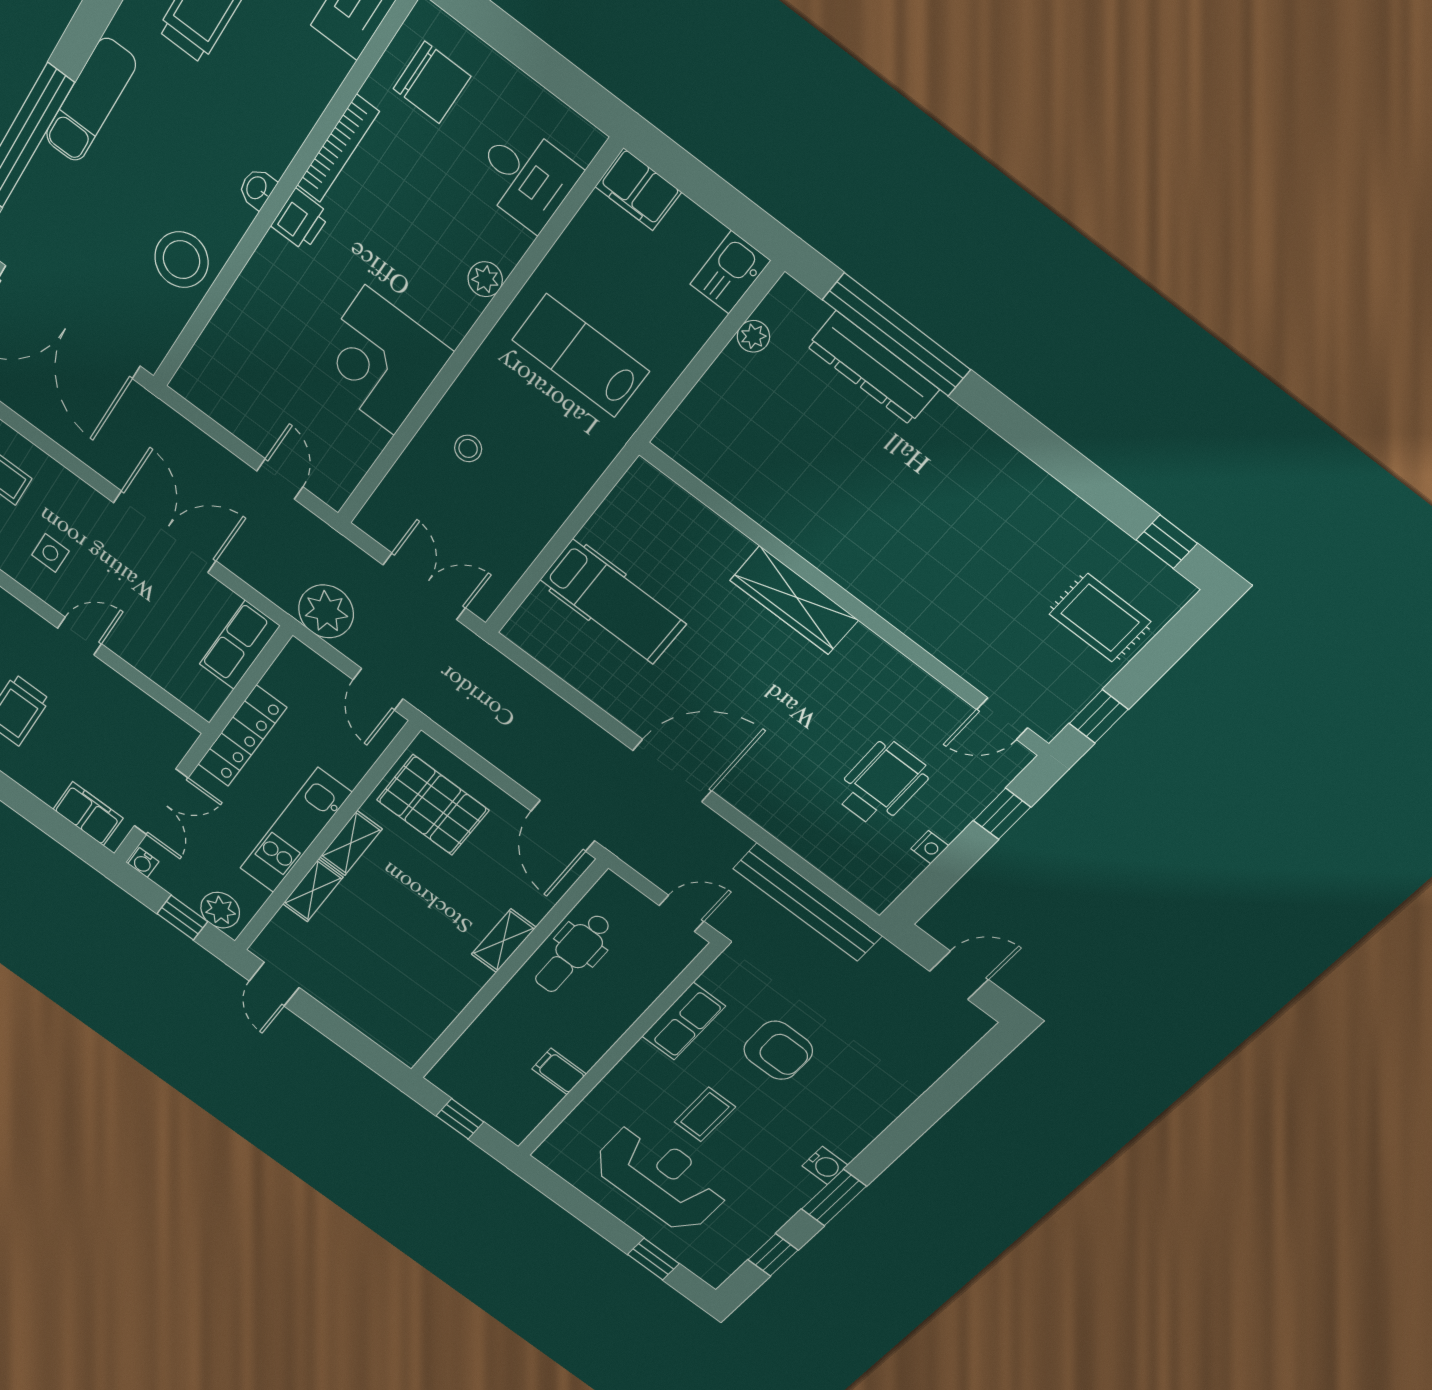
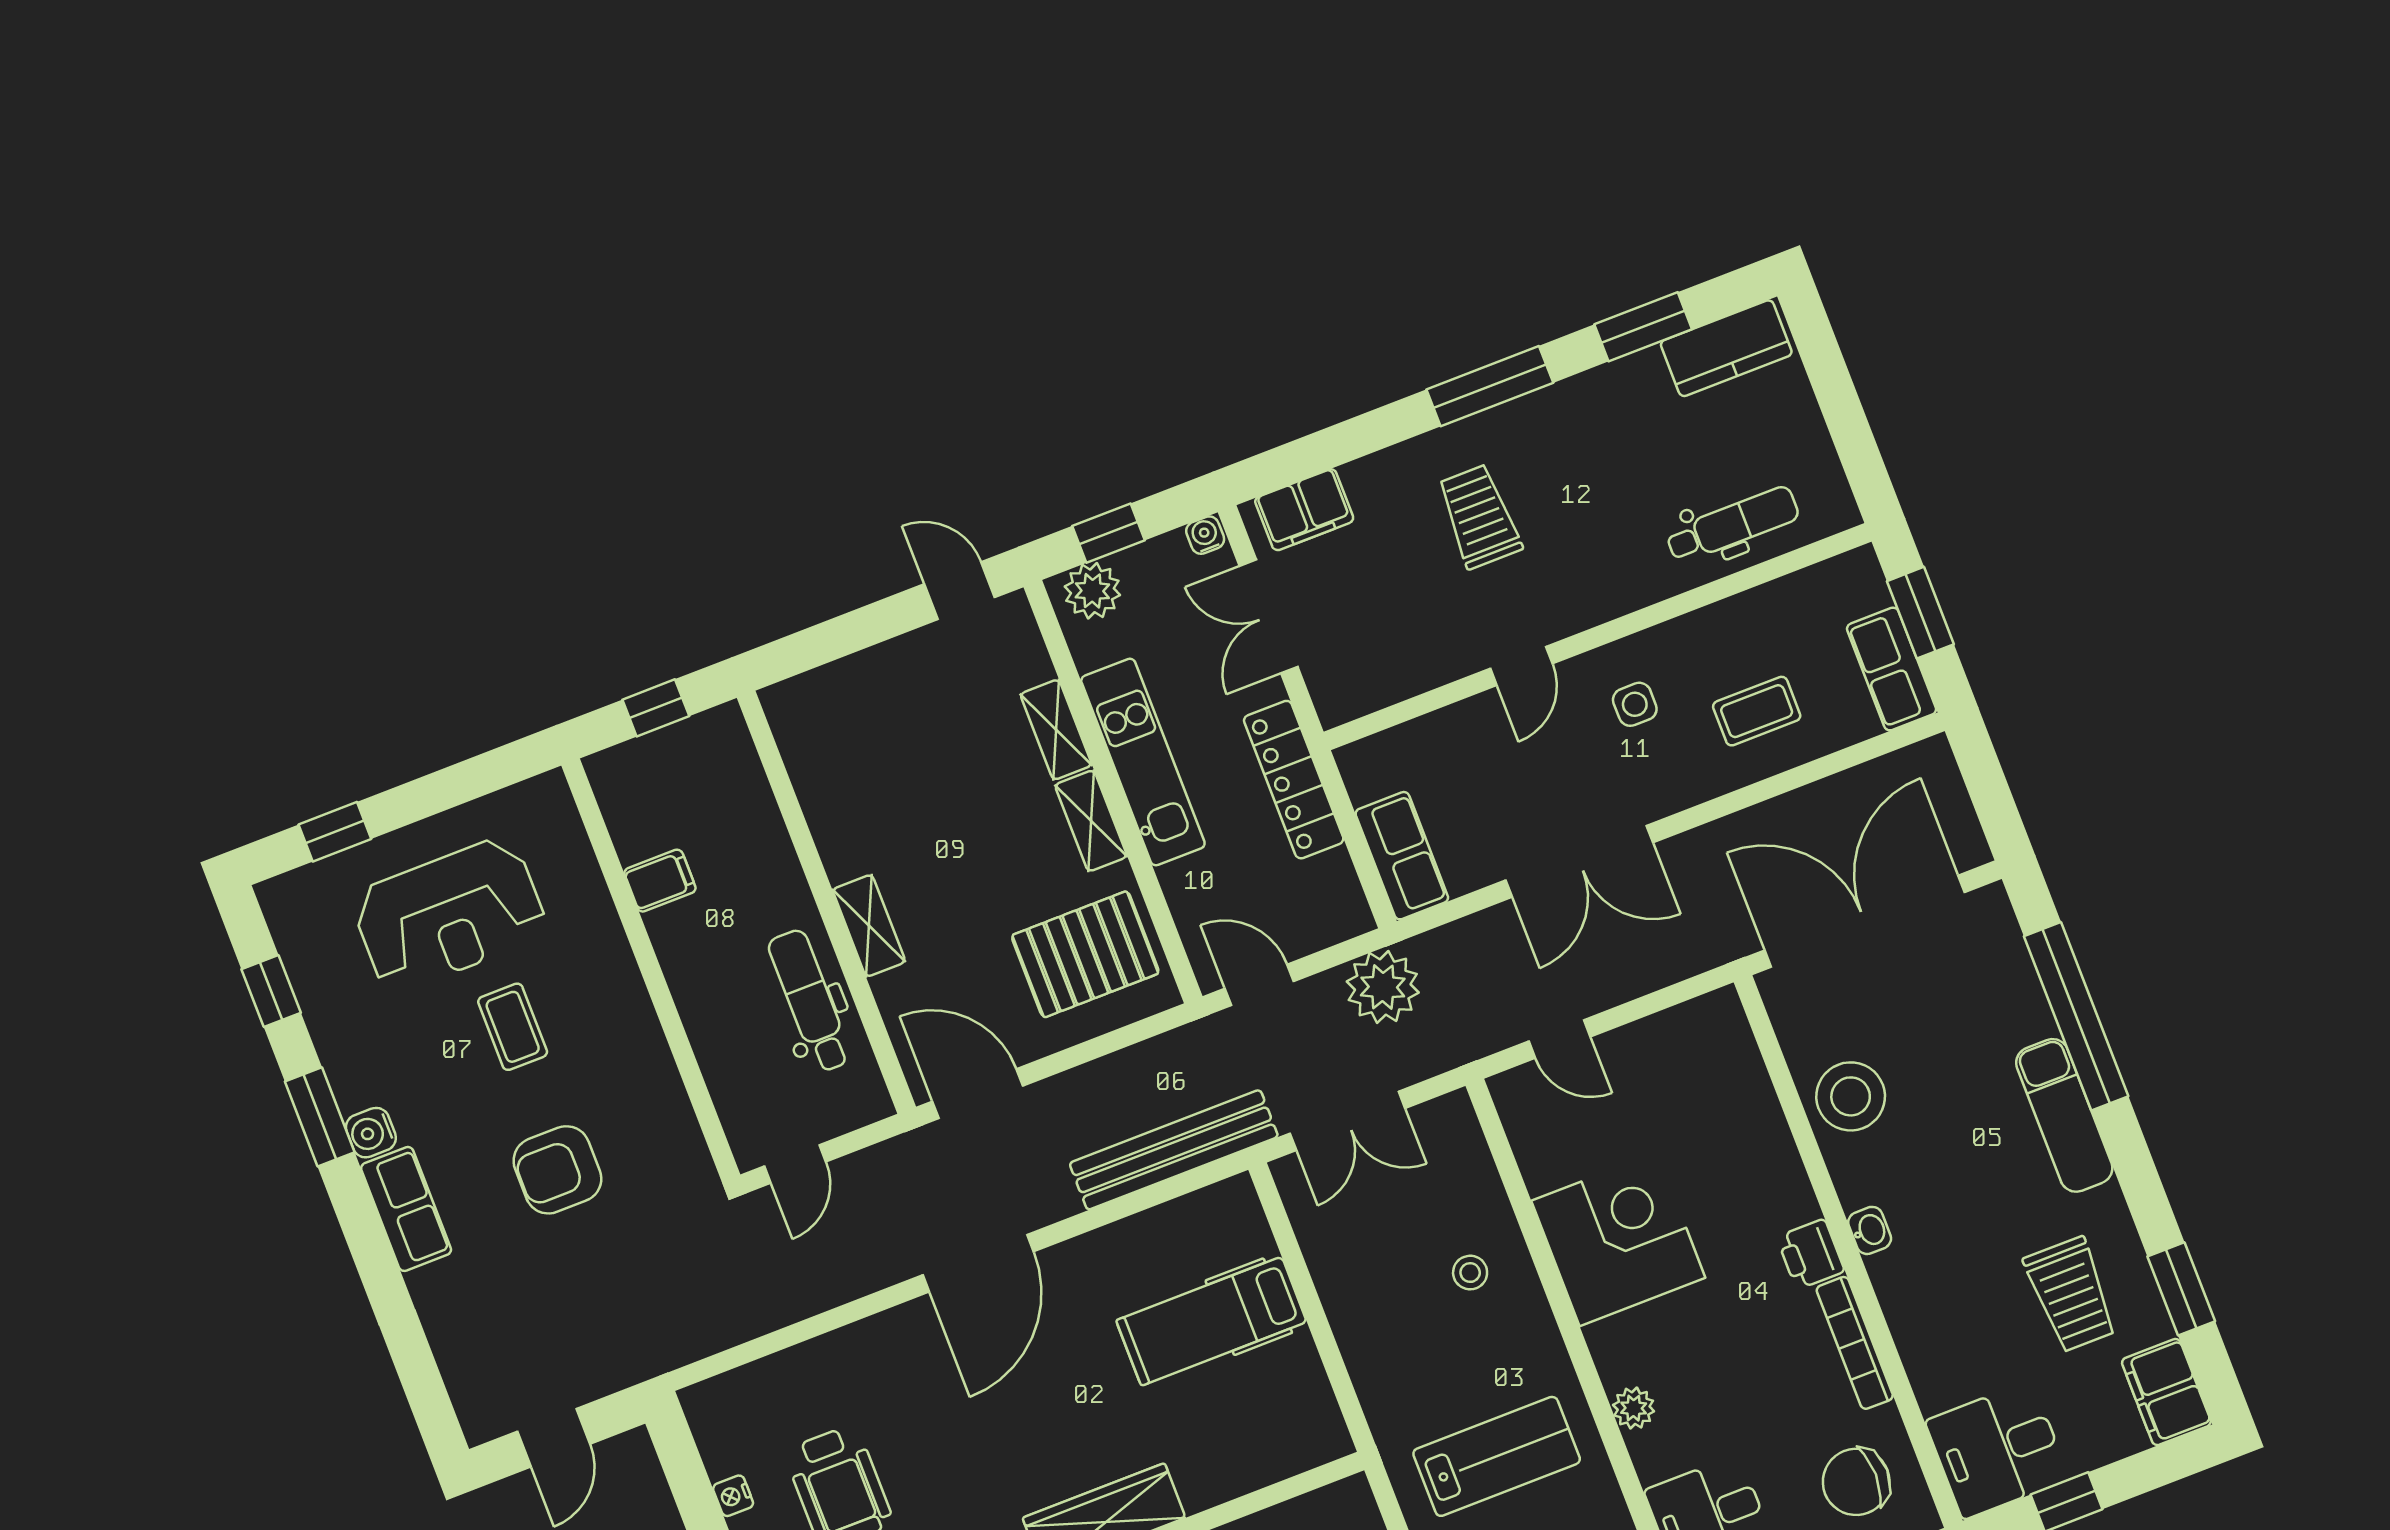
bench: (808, 902) -> (1174, 1150), moved
row of seats: (683, 1021) -> (406, 1209), moved, turned 180

